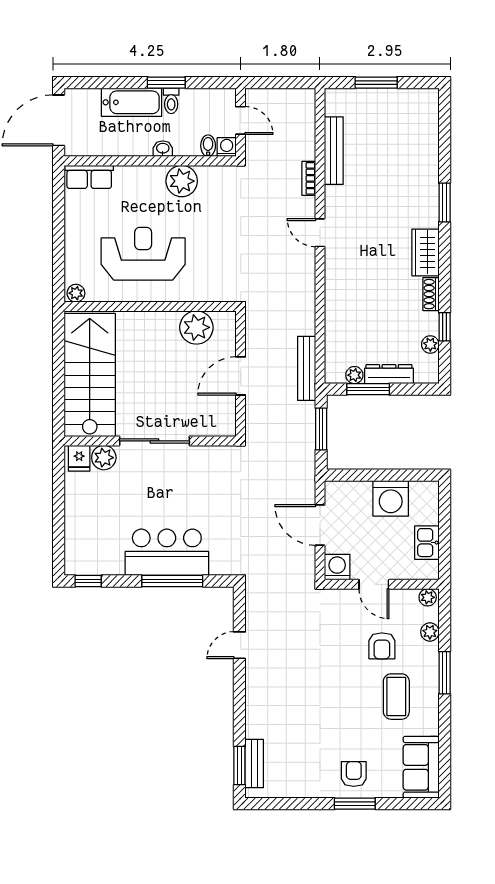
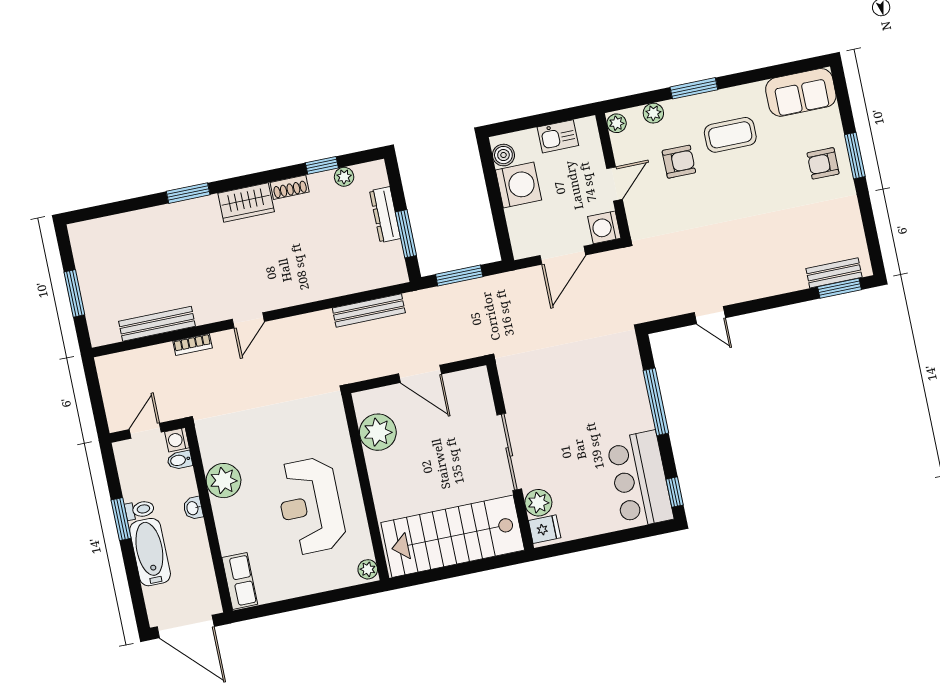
bench: (307, 368) -> (369, 310), moved
plant: (354, 375) -> (394, 252), removed
boiler: (420, 491) -> (503, 155), added
bar counter: (167, 552) -> (640, 479), moved

